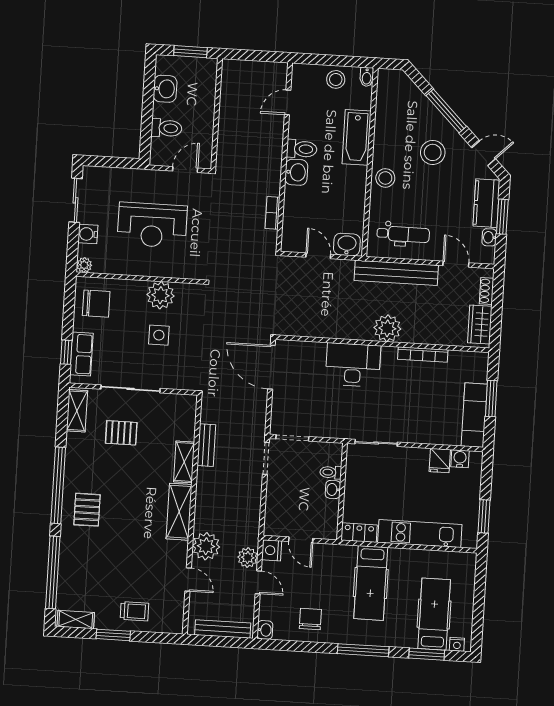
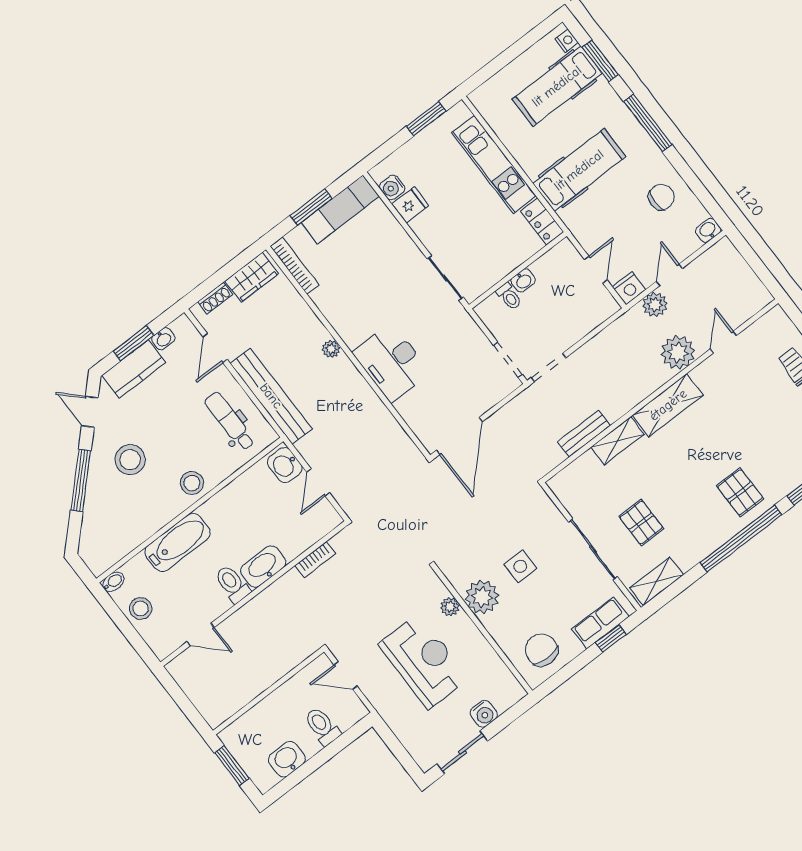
washbasin: (296, 172) -> (263, 567), width x1.38
plant: (84, 265) -> (450, 607), moved
plant: (387, 328) -> (331, 349), width x0.53, depth x0.53
bookcase: (423, 354) -> (295, 266), moved
pallet: (87, 510) -> (740, 492), turned 90
chair: (310, 619) -> (661, 197), turned 180
bench: (223, 629) -> (741, 270), removed

